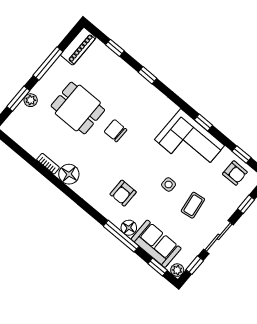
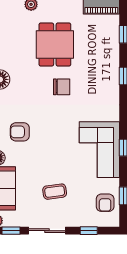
chair: (115, 131) -> (62, 87), turned 90
side table: (169, 184) -> (55, 160), removed

